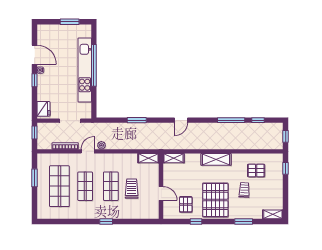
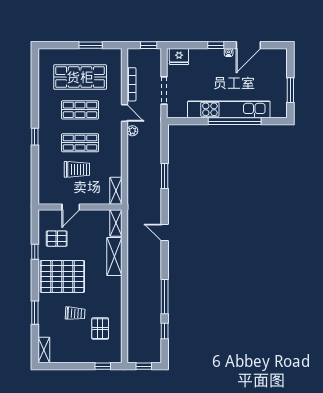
shelving: (216, 159) -> (114, 257), moved

